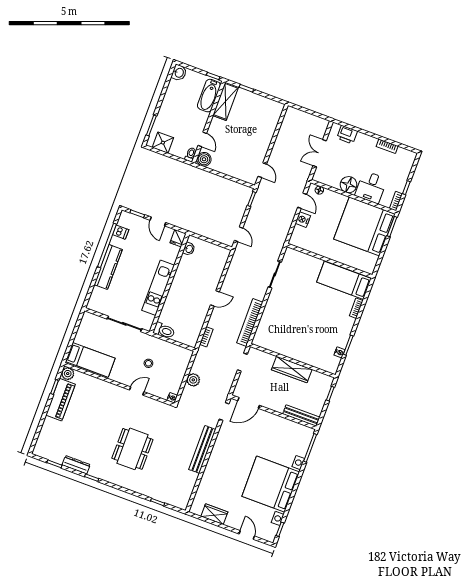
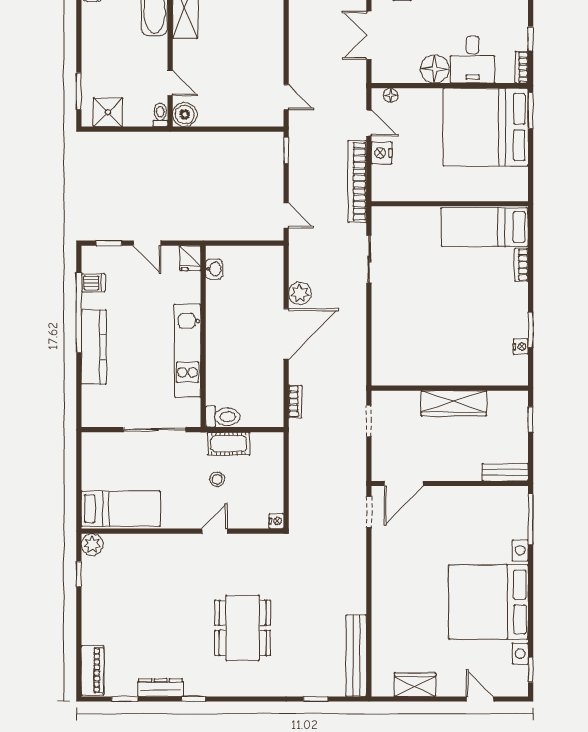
door: (215, 298) -> (286, 334), width x1.88
bookcase: (250, 323) -> (357, 181), moved
cot: (162, 346) -> (229, 444), added
plant: (193, 380) -> (300, 293), moved
piano: (61, 400) -> (93, 670), moved, width x0.73, depth x0.75
bench: (301, 416) -> (505, 472), width x0.73
bench: (202, 449) -> (356, 656), moved

